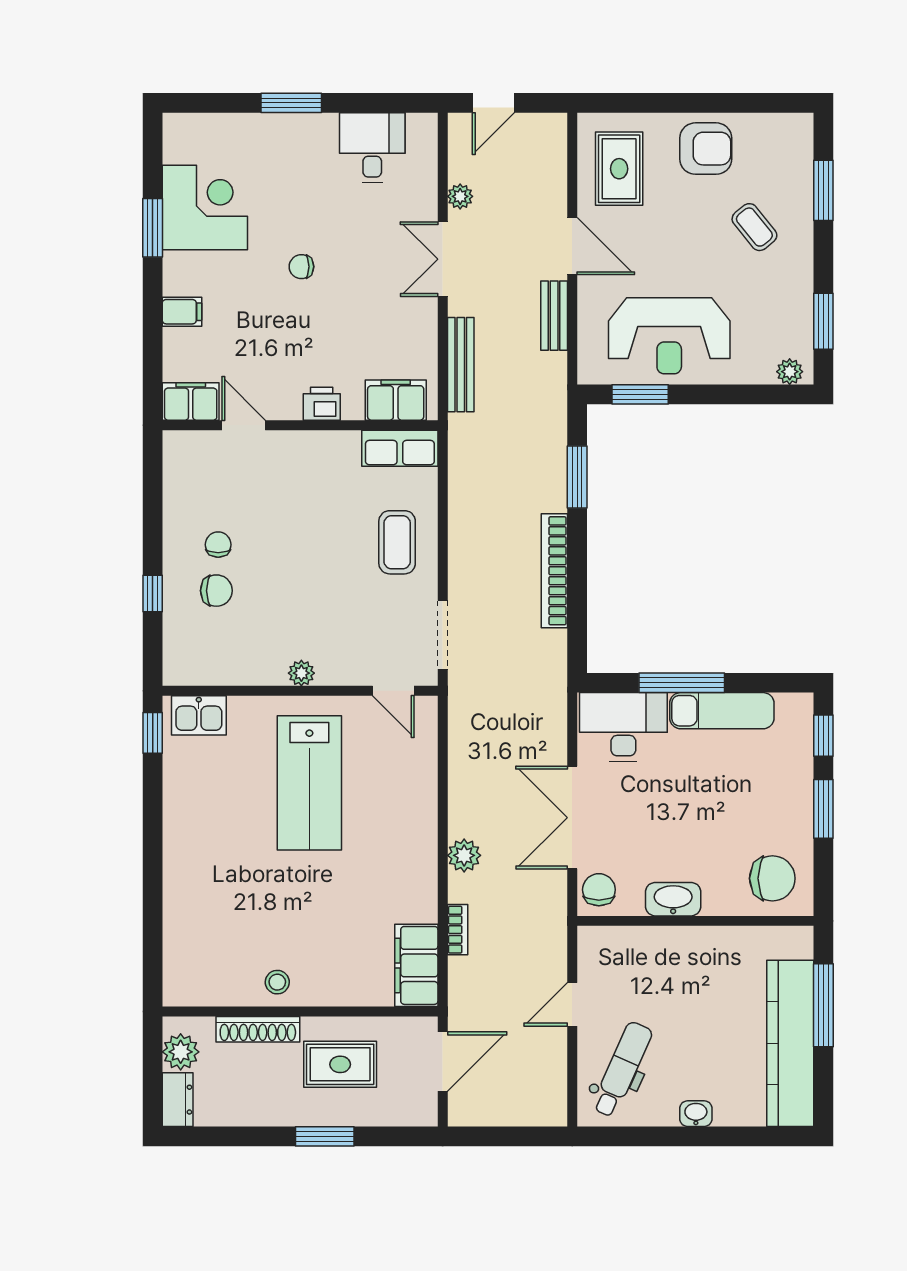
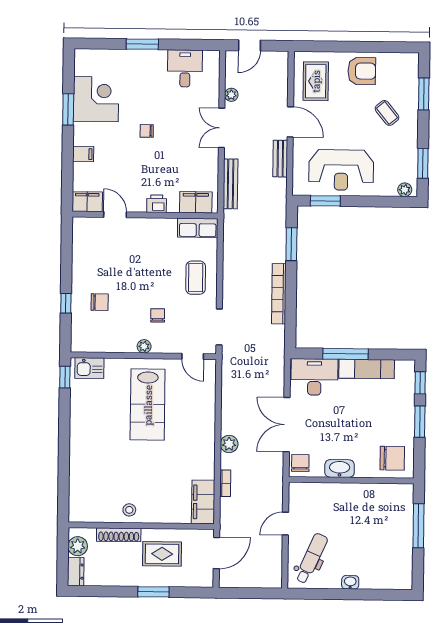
chair: (218, 545) -> (158, 315), moved
kitchen counter: (790, 1043) -> (401, 546), removed

